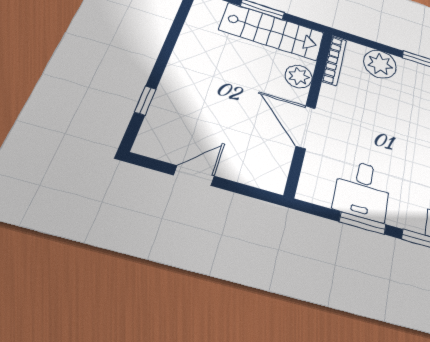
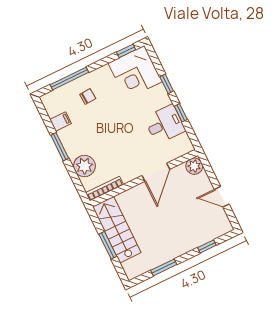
window: (173, 35) -> (164, 267), added
plant: (299, 76) -> (194, 166), moved
window: (363, 223) -> (181, 113), width x0.67

